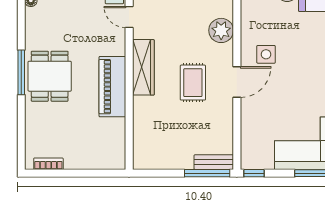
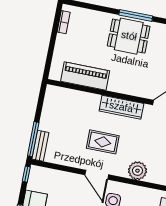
piano: (112, 87) -> (85, 76), moved

